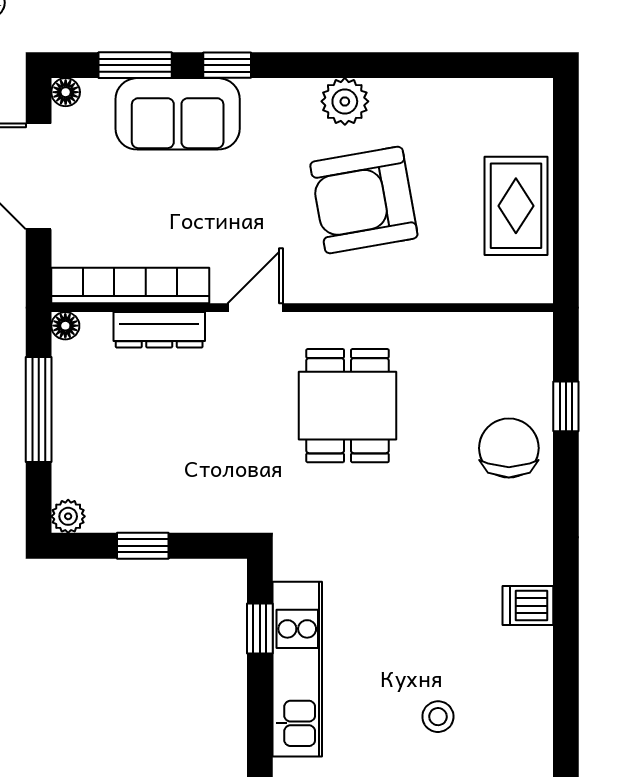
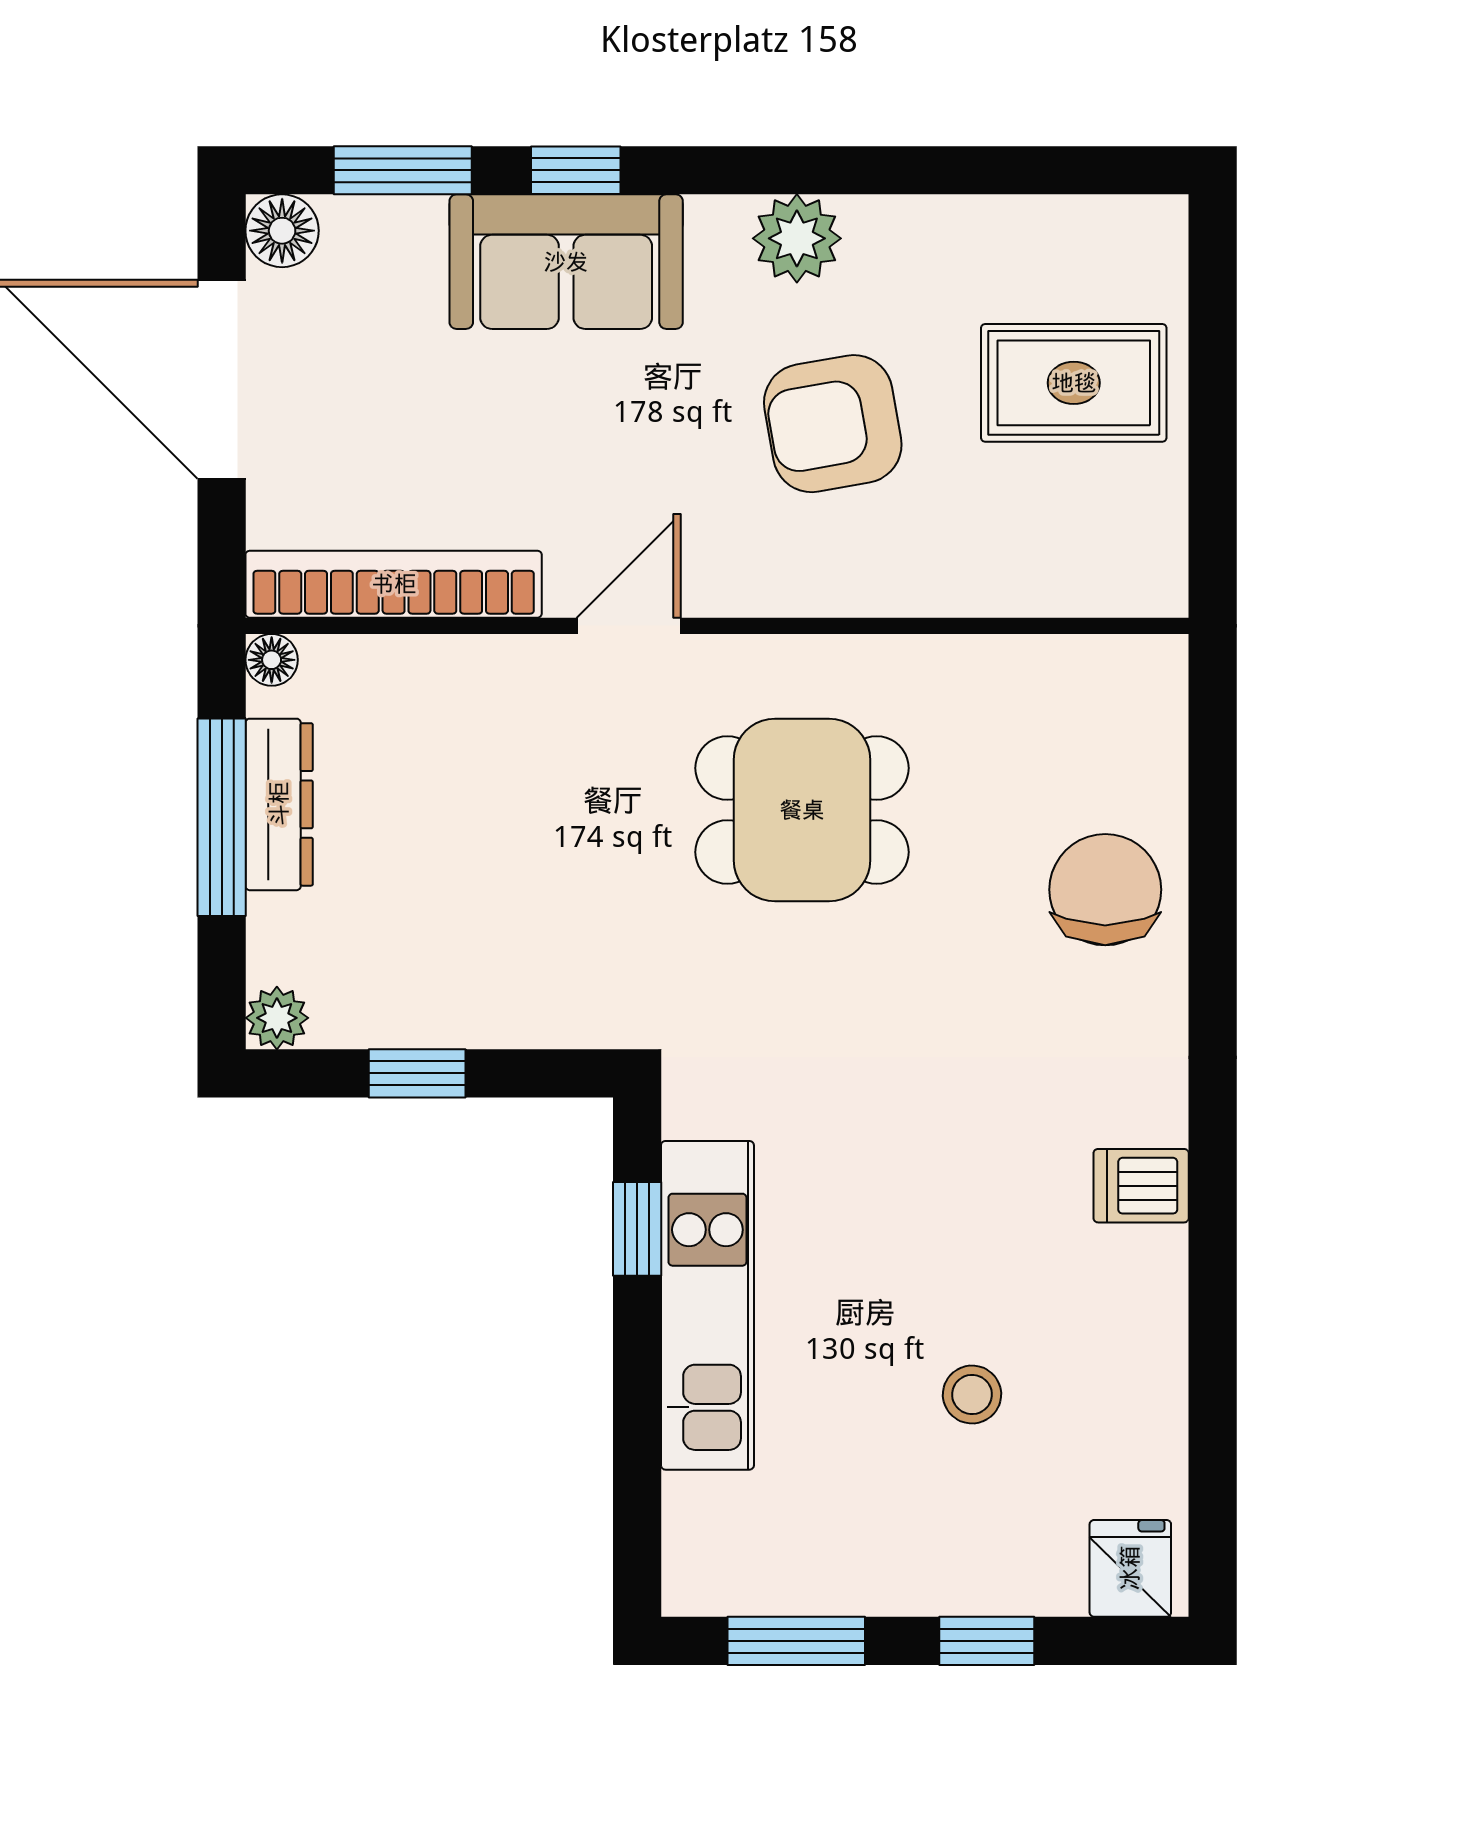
floor lamp: (66, 92) -> (282, 231), width x1.37, depth x1.37
sofa: (178, 114) -> (566, 262), moved
armchair: (364, 200) -> (833, 424), width x0.73, depth x0.73
rug: (516, 206) -> (1074, 383), moved, turned 90
dresser: (159, 330) -> (279, 804), moved, turned -90
dining table: (348, 406) -> (802, 810), turned 90
window: (566, 406) -> (1213, 811), removed

